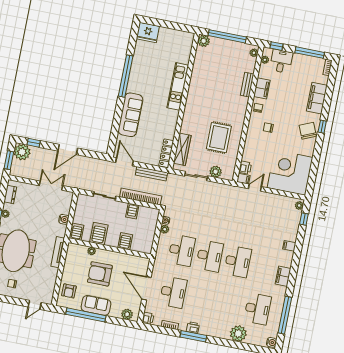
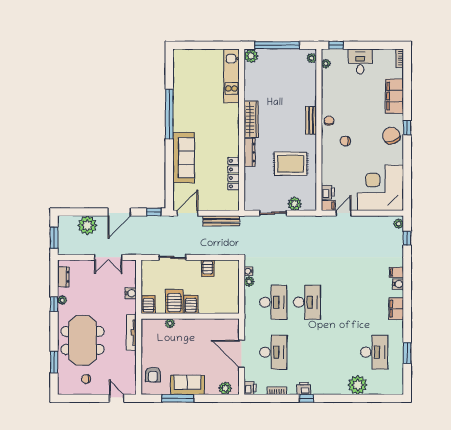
fridge: (148, 32) -> (185, 59), removed
window: (310, 53) -> (376, 45), removed
desk: (281, 61) -> (360, 62), moved
bench: (247, 85) -> (311, 120), moved
kitchen unit: (178, 86) -> (232, 76), moved
filing cabinet: (262, 88) -> (329, 97), removed
dresser: (186, 121) -> (250, 152), added
rug: (219, 138) -> (291, 164), turned 90
window: (34, 143) -> (154, 212), moved
wardrobe: (182, 149) -> (251, 119), moved
plant: (22, 152) -> (87, 225), moved
locker: (166, 153) -> (234, 174), moved
door: (124, 162) -> (187, 213), hinge flipped
double door: (51, 186) -> (108, 257), swing flipped
bookcase: (141, 196) -> (214, 249), removed
server rack: (125, 241) -> (191, 304), moved
desk: (238, 262) -> (341, 302), removed
armchair: (100, 274) -> (185, 348), removed
door: (35, 305) -> (117, 398), swing flipped
window: (86, 315) -> (178, 398), width x0.68
window: (285, 315) -> (407, 353), width x0.47
window: (193, 336) -> (307, 398), width x0.46
water cooler: (272, 342) -> (398, 284), moved

